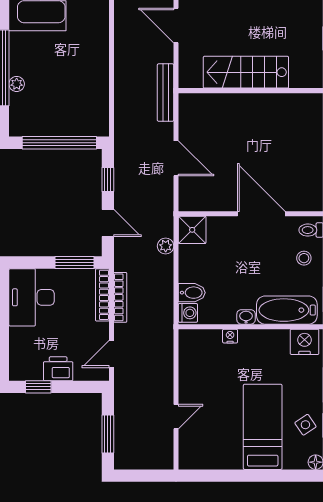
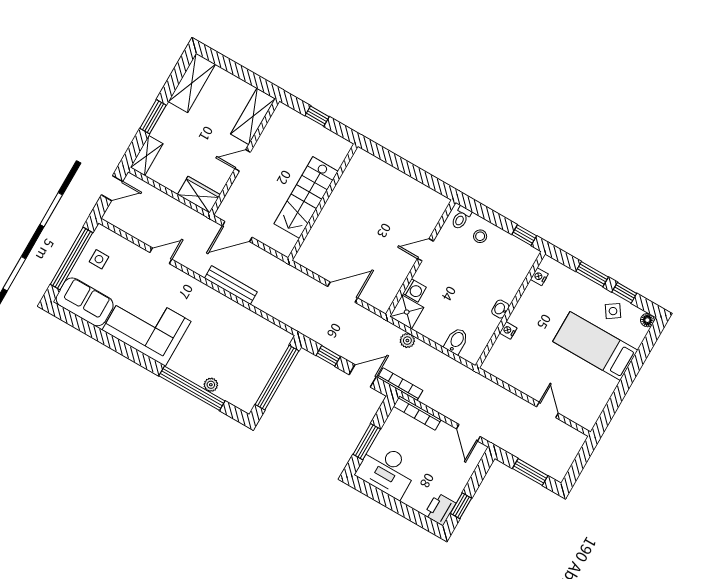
bench: (166, 93) -> (231, 285), moved
door: (261, 214) -> (425, 250), width x0.53
window: (75, 263) -> (367, 442), moved
bookcase: (120, 297) -> (400, 384), moved
bathtub: (287, 310) -> (514, 273), removed
washing machine: (188, 313) -> (415, 290), moved, turned 90
nightstand: (305, 342) -> (539, 277), width x0.53, depth x0.56
printer: (58, 369) -> (440, 509), moved

